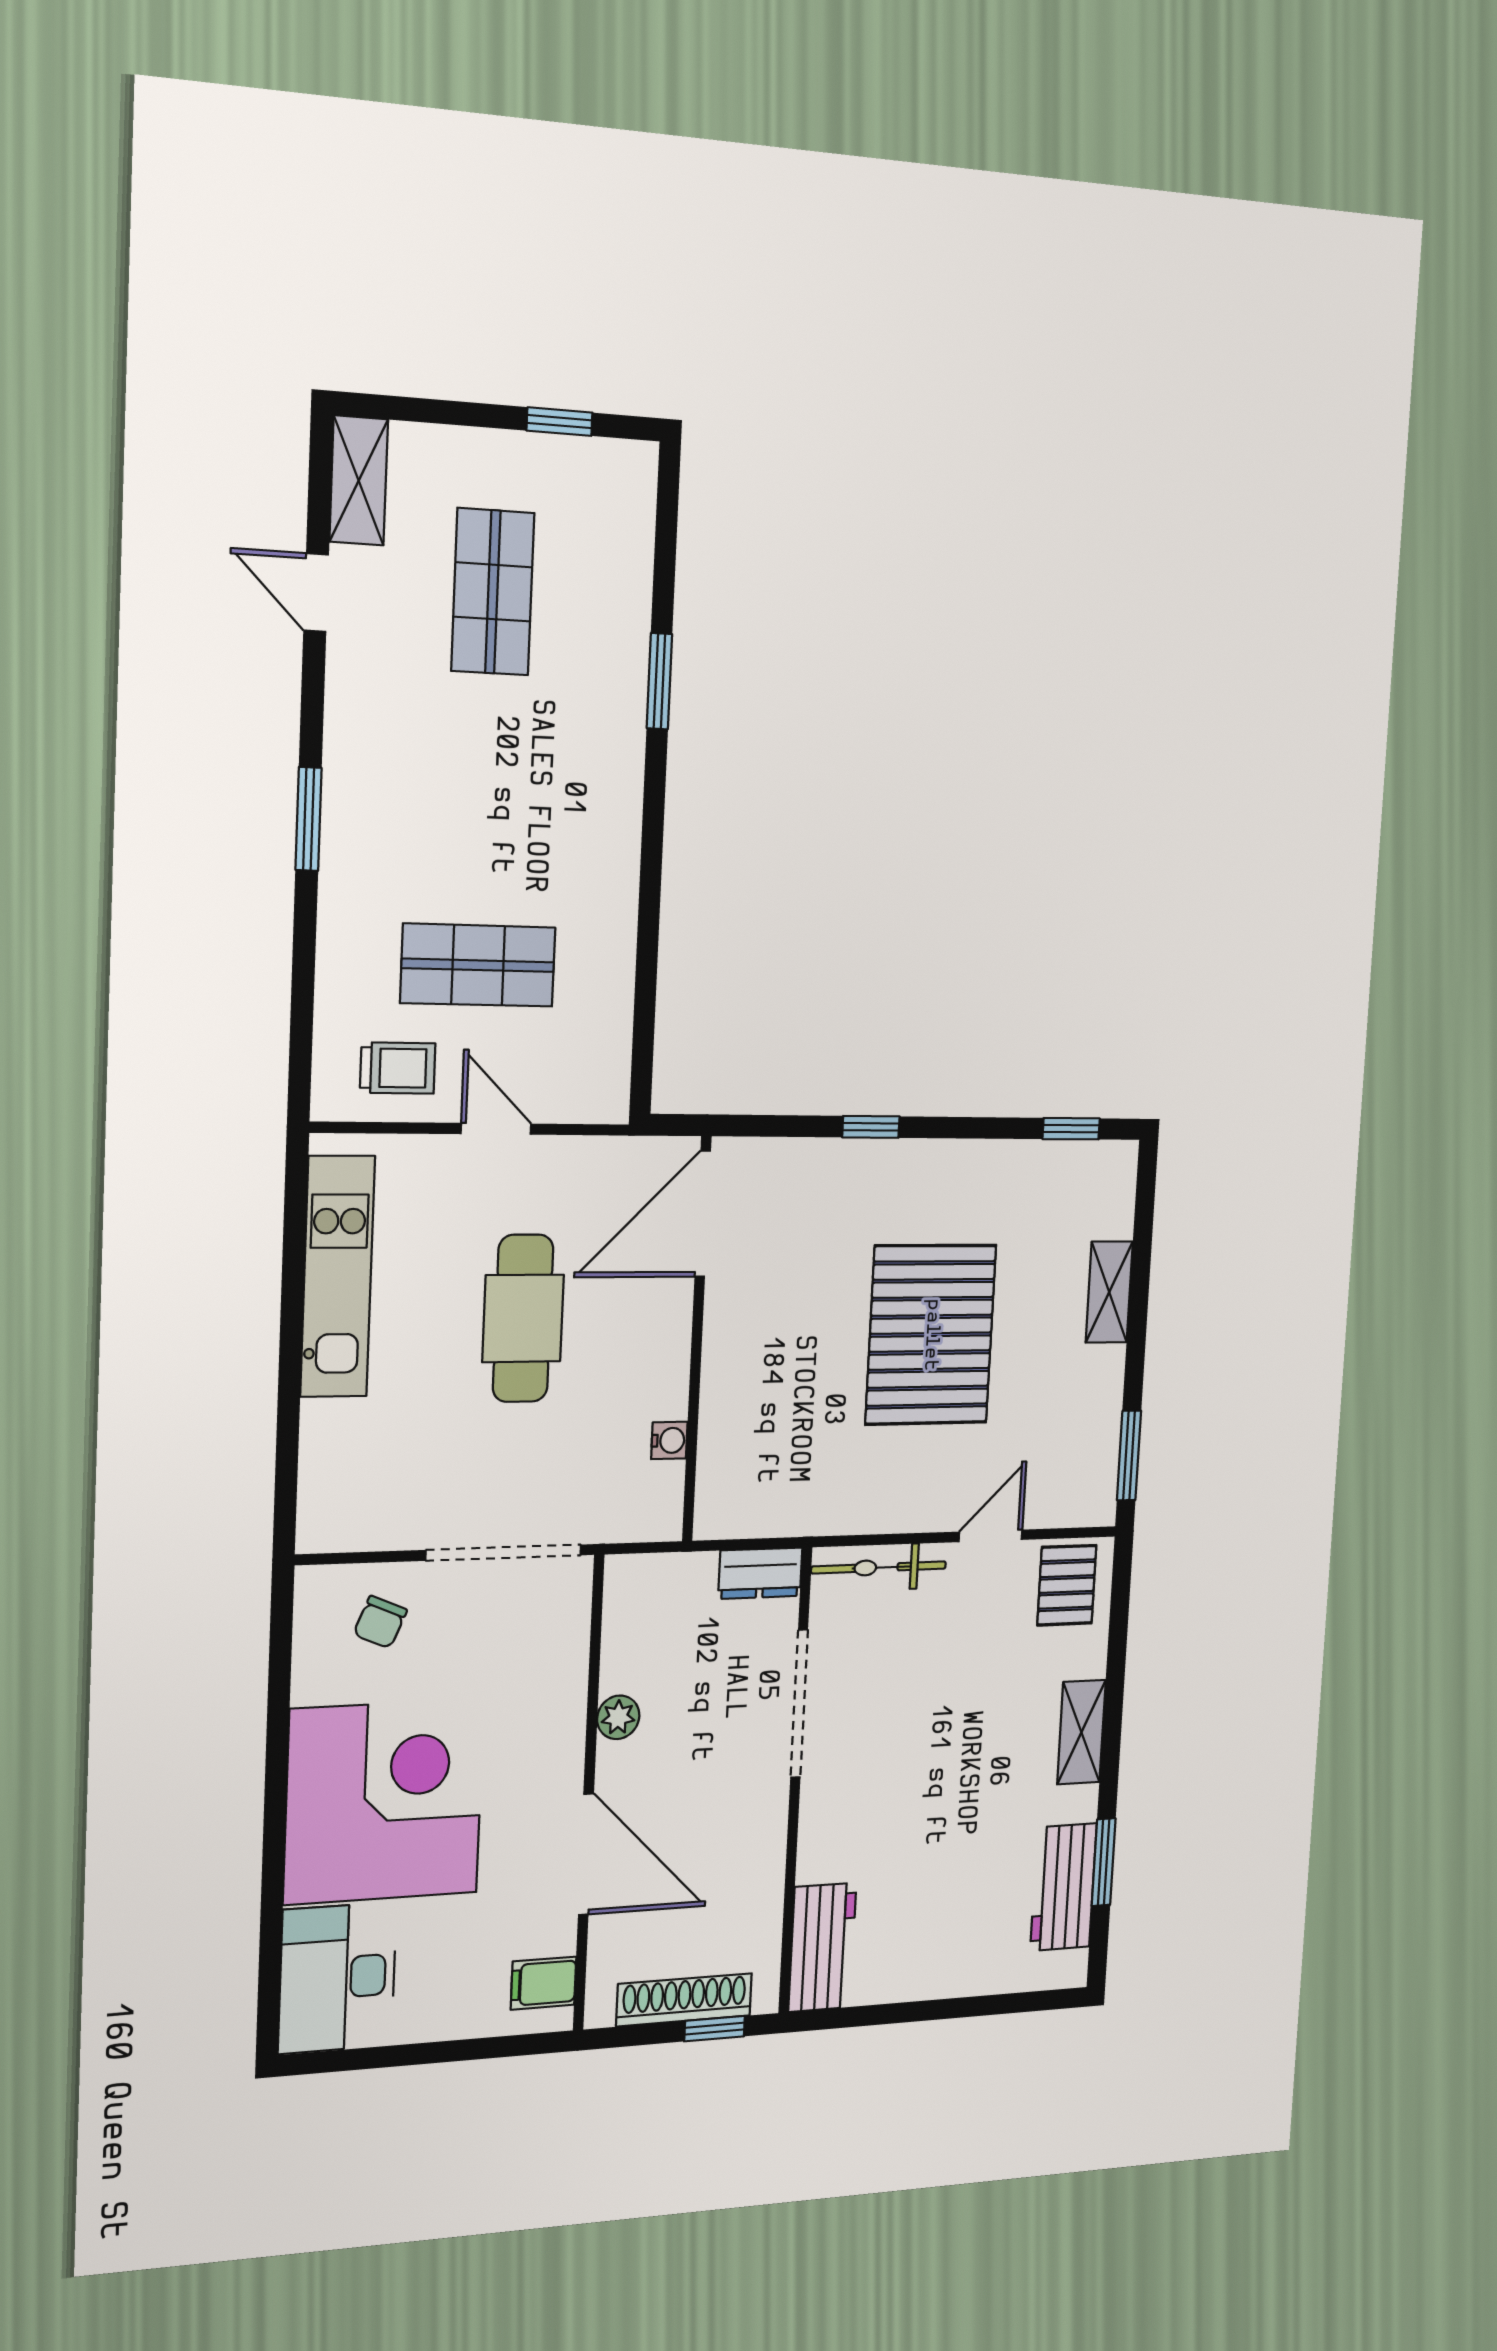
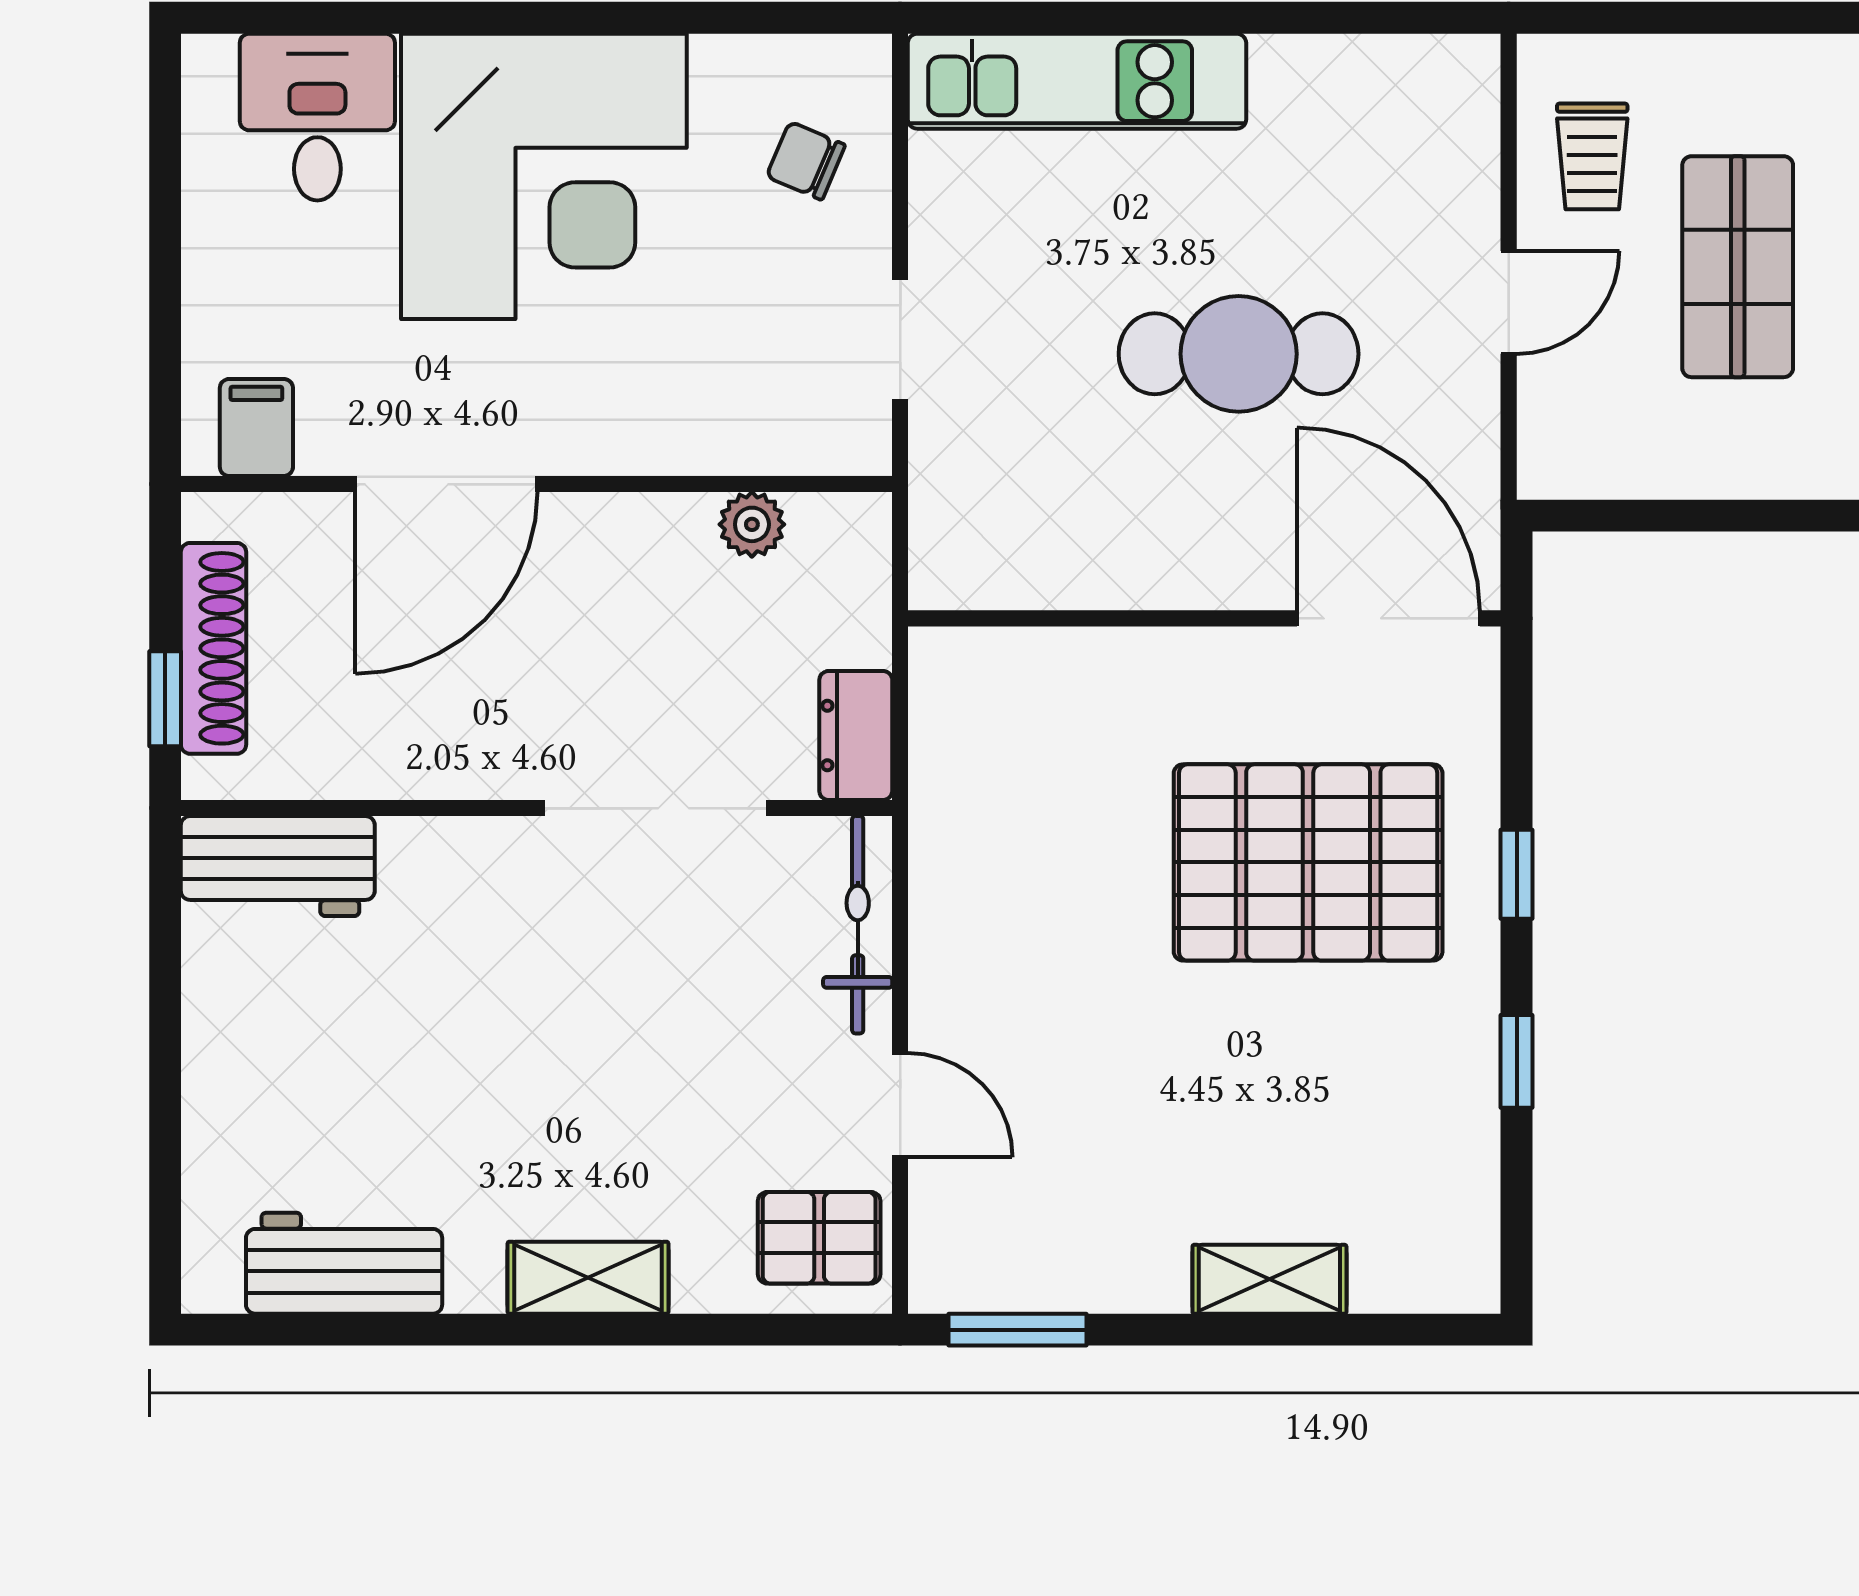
window: (1071, 1129) -> (1517, 1061), moved
kitchen unit: (338, 1277) -> (1077, 81), moved
pallet: (931, 1335) -> (1308, 862), moved
water cooler: (669, 1440) -> (1057, 584), removed
doorway: (504, 1553) -> (900, 340), width x0.53
plant: (618, 1717) -> (752, 524), moved
window: (1104, 1862) -> (379, 1330), removed
desk: (337, 1978) -> (317, 117), width x0.73

